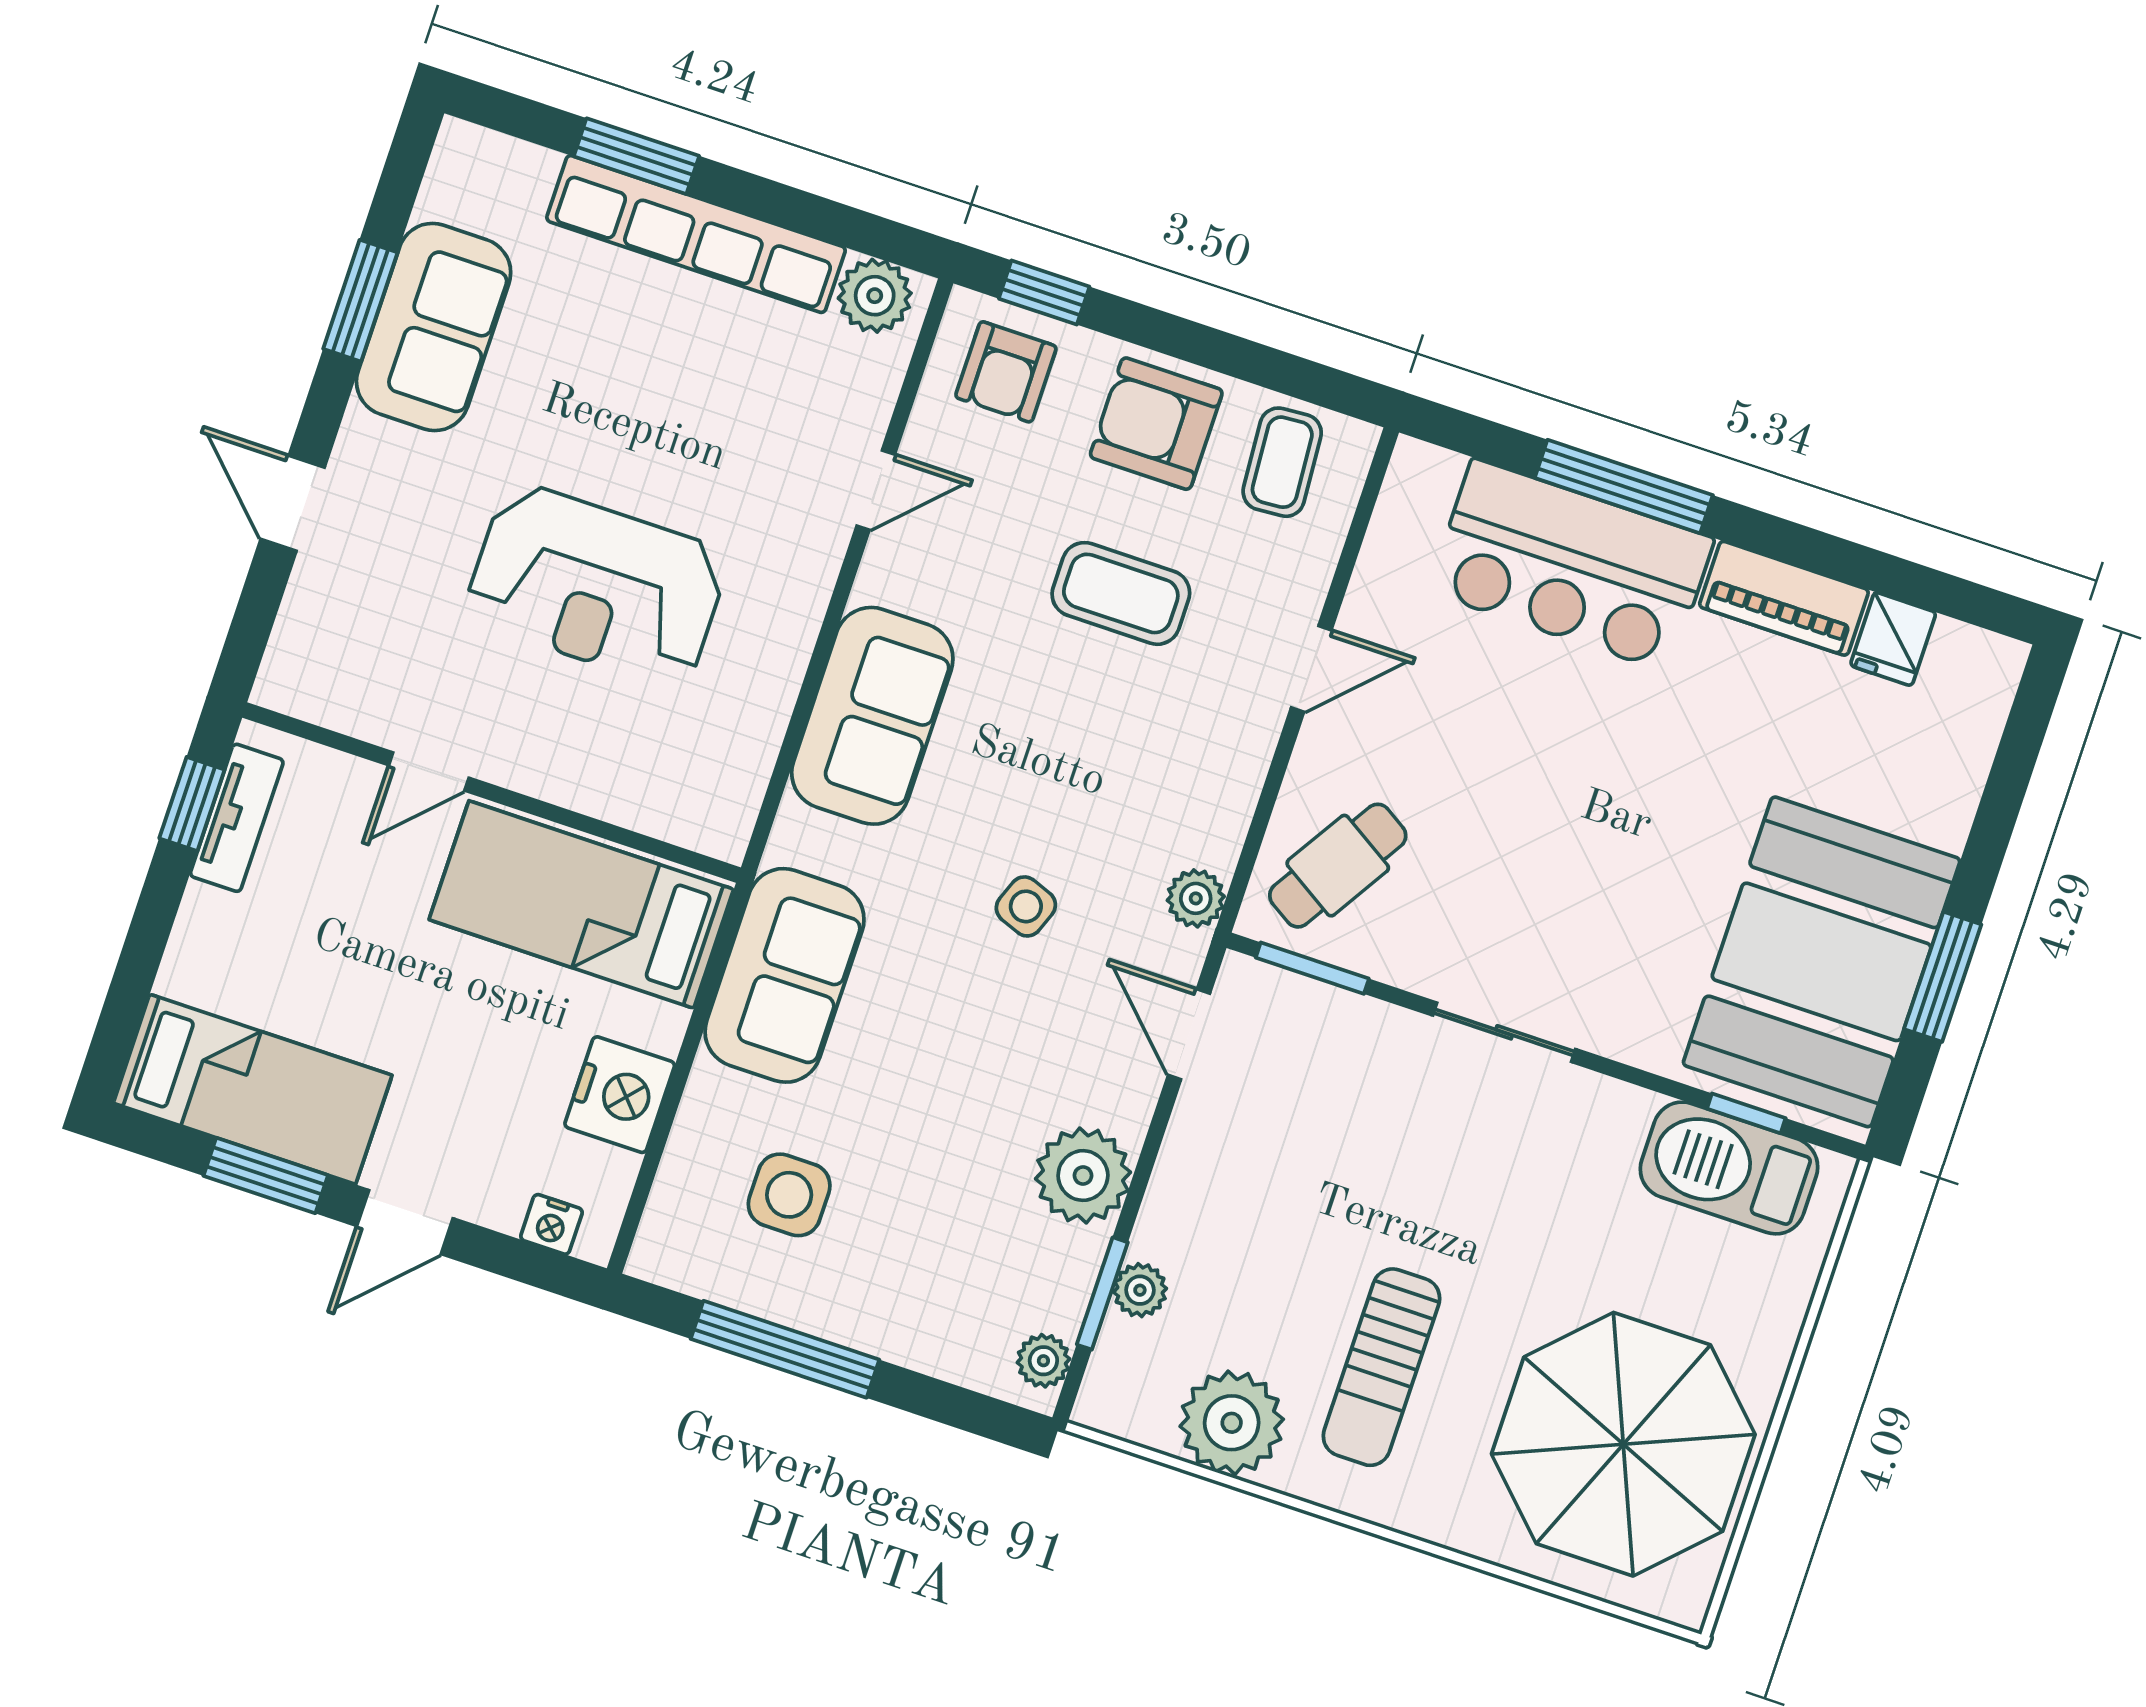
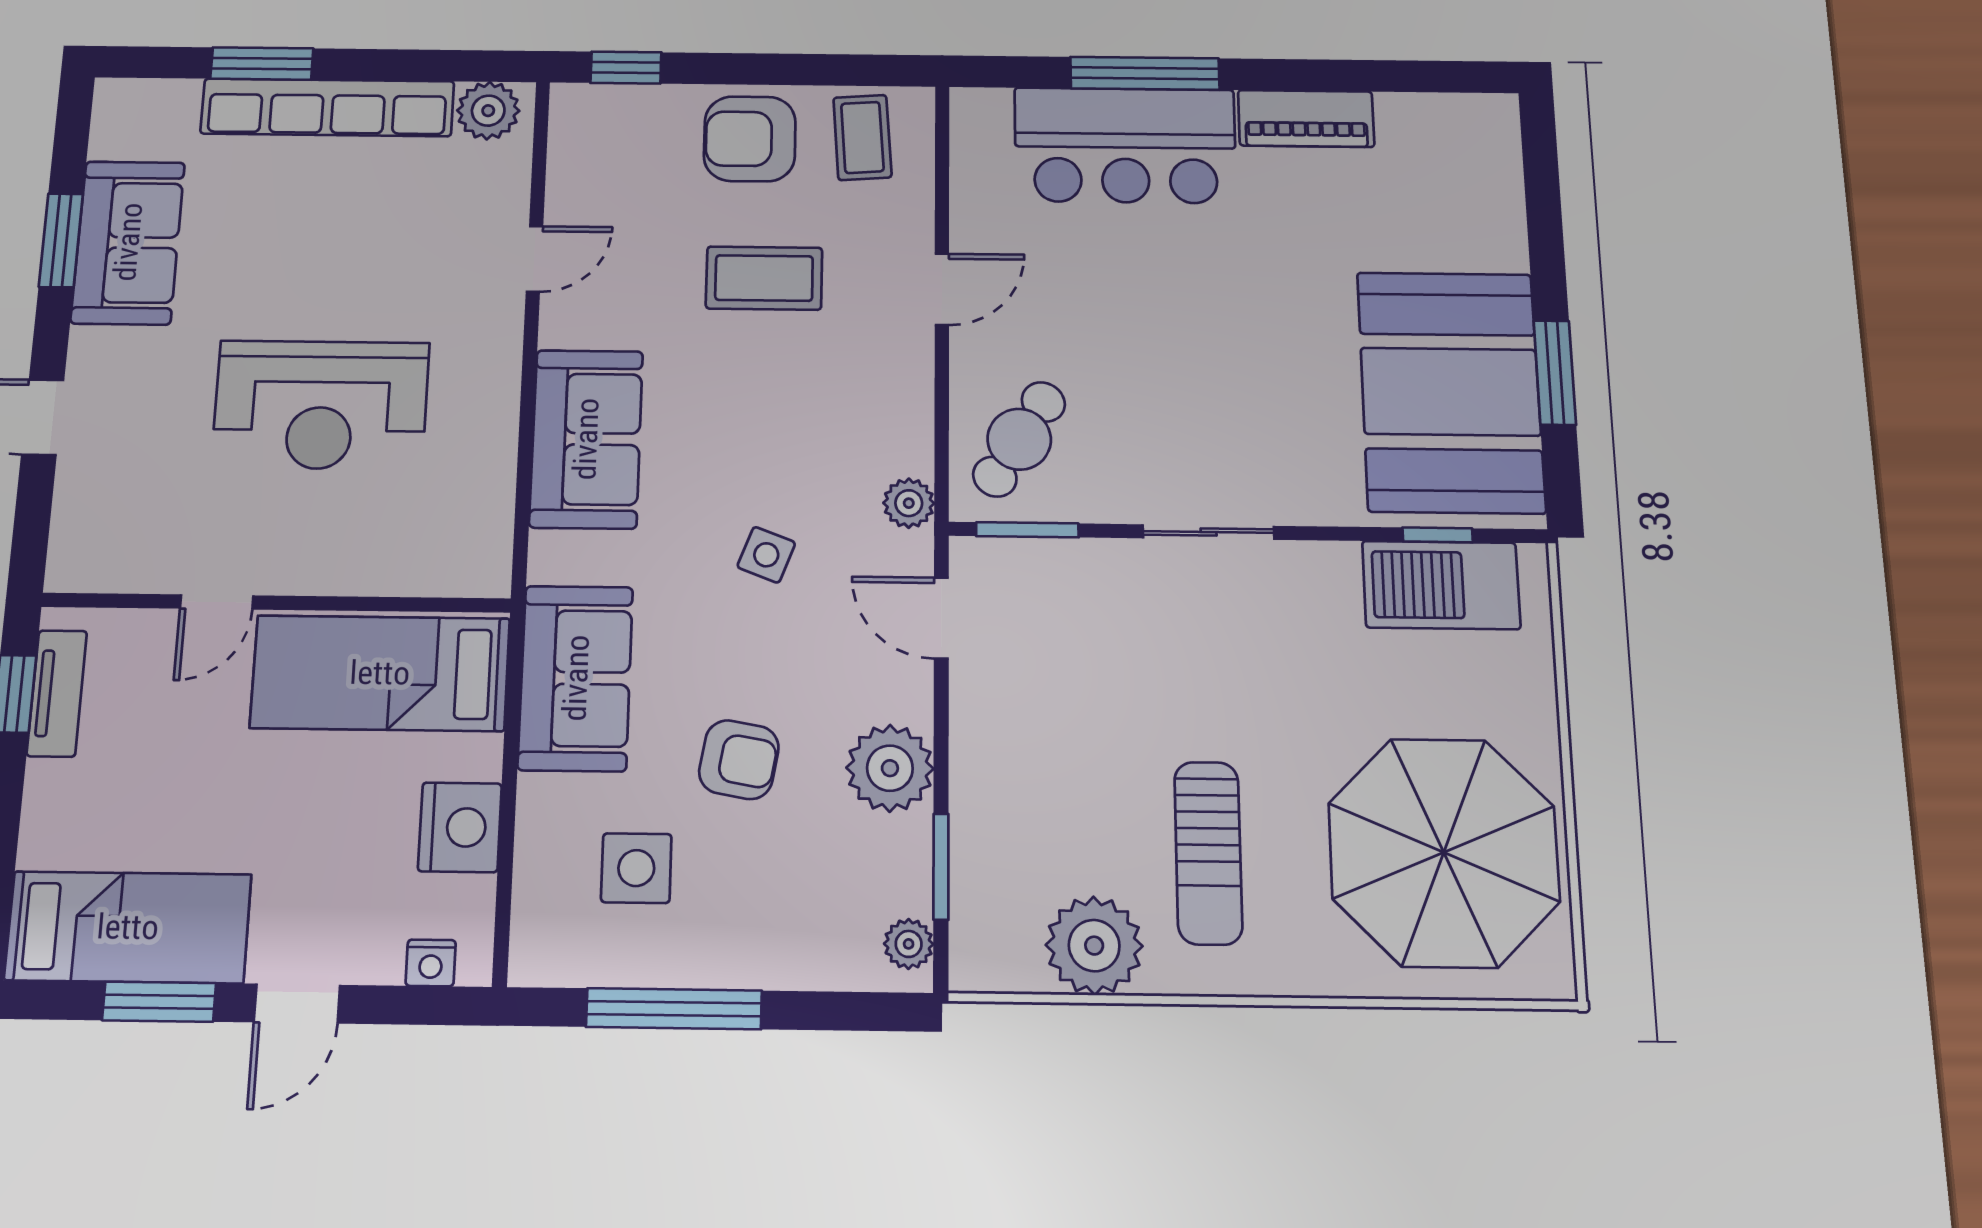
armchair: (1006, 372) -> (739, 760), moved, turned -80
fridge: (1893, 639) -> (1406, 123), removed
plant: (1140, 1290) -> (973, 853), removed

